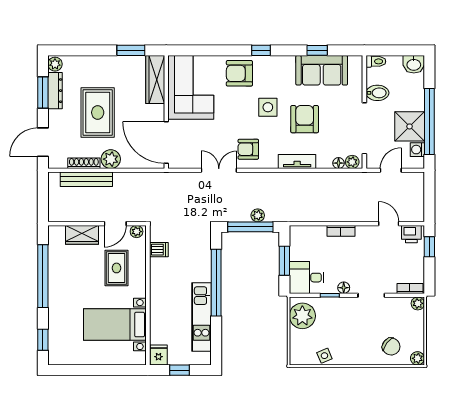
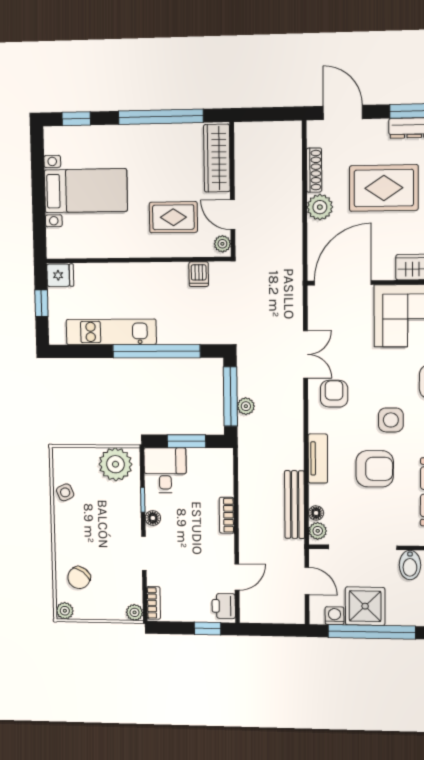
bench: (86, 179) -> (295, 505), moved
wardrobe: (82, 235) -> (217, 158), width x1.50
bed with nightstands: (115, 325) -> (86, 191), moved, turned 90

